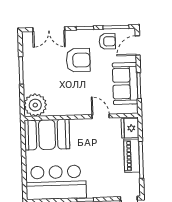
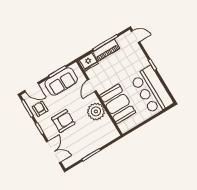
armchair: (78, 60) -> (63, 121), turned 90
plant: (35, 105) -> (96, 111), moved
booth: (47, 135) -> (118, 104), moved

